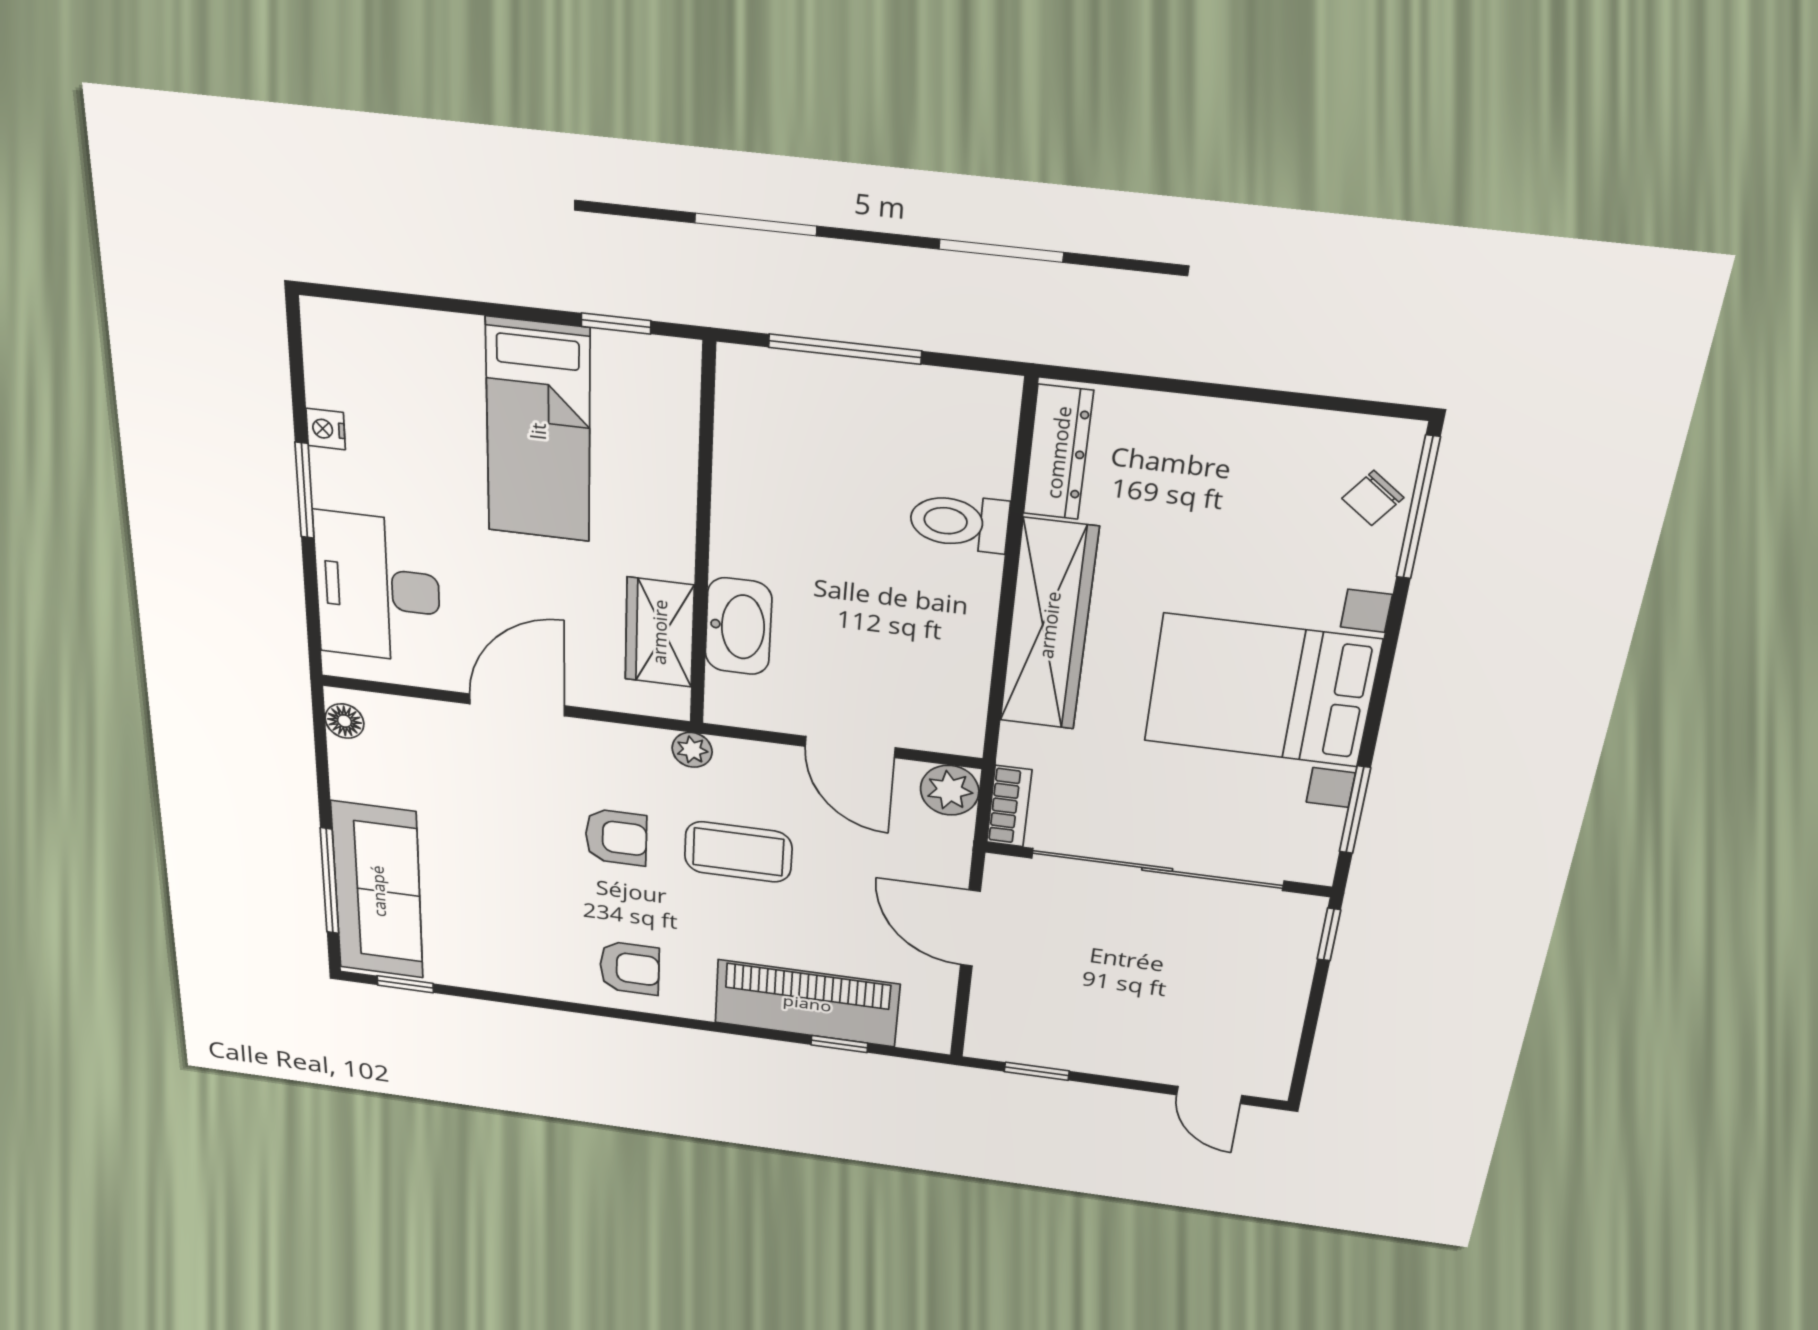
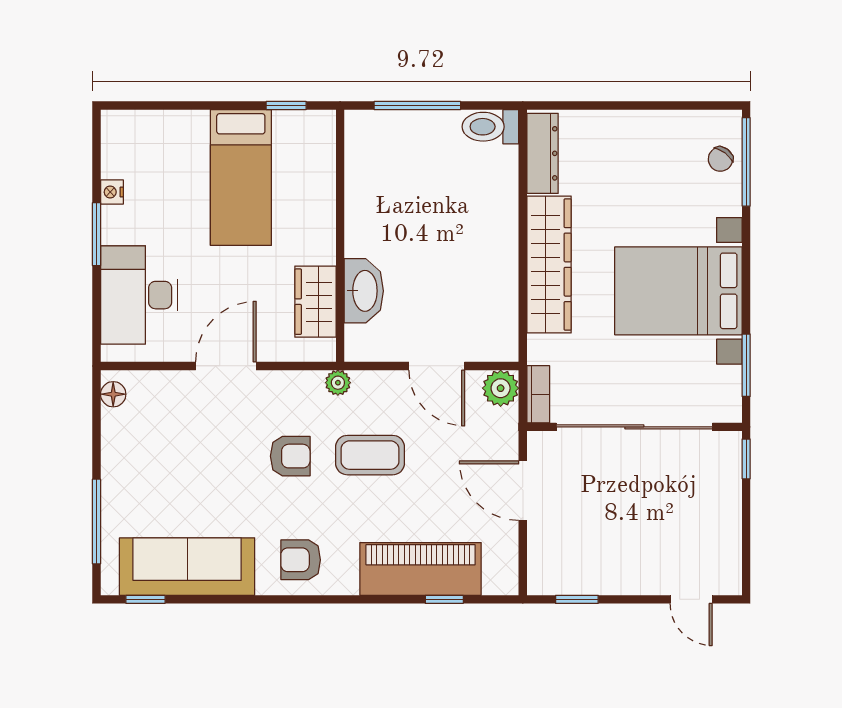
toilet: (959, 522) -> (490, 127), moved
sofa: (378, 891) -> (187, 567), moved, turned -90
armchair: (630, 968) -> (301, 560), turned 180

